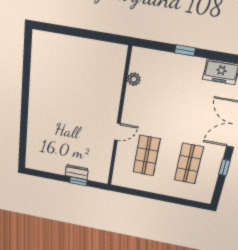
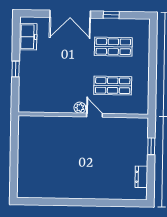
plant: (134, 79) -> (80, 108), moved
dresser: (77, 172) -> (141, 177), moved

